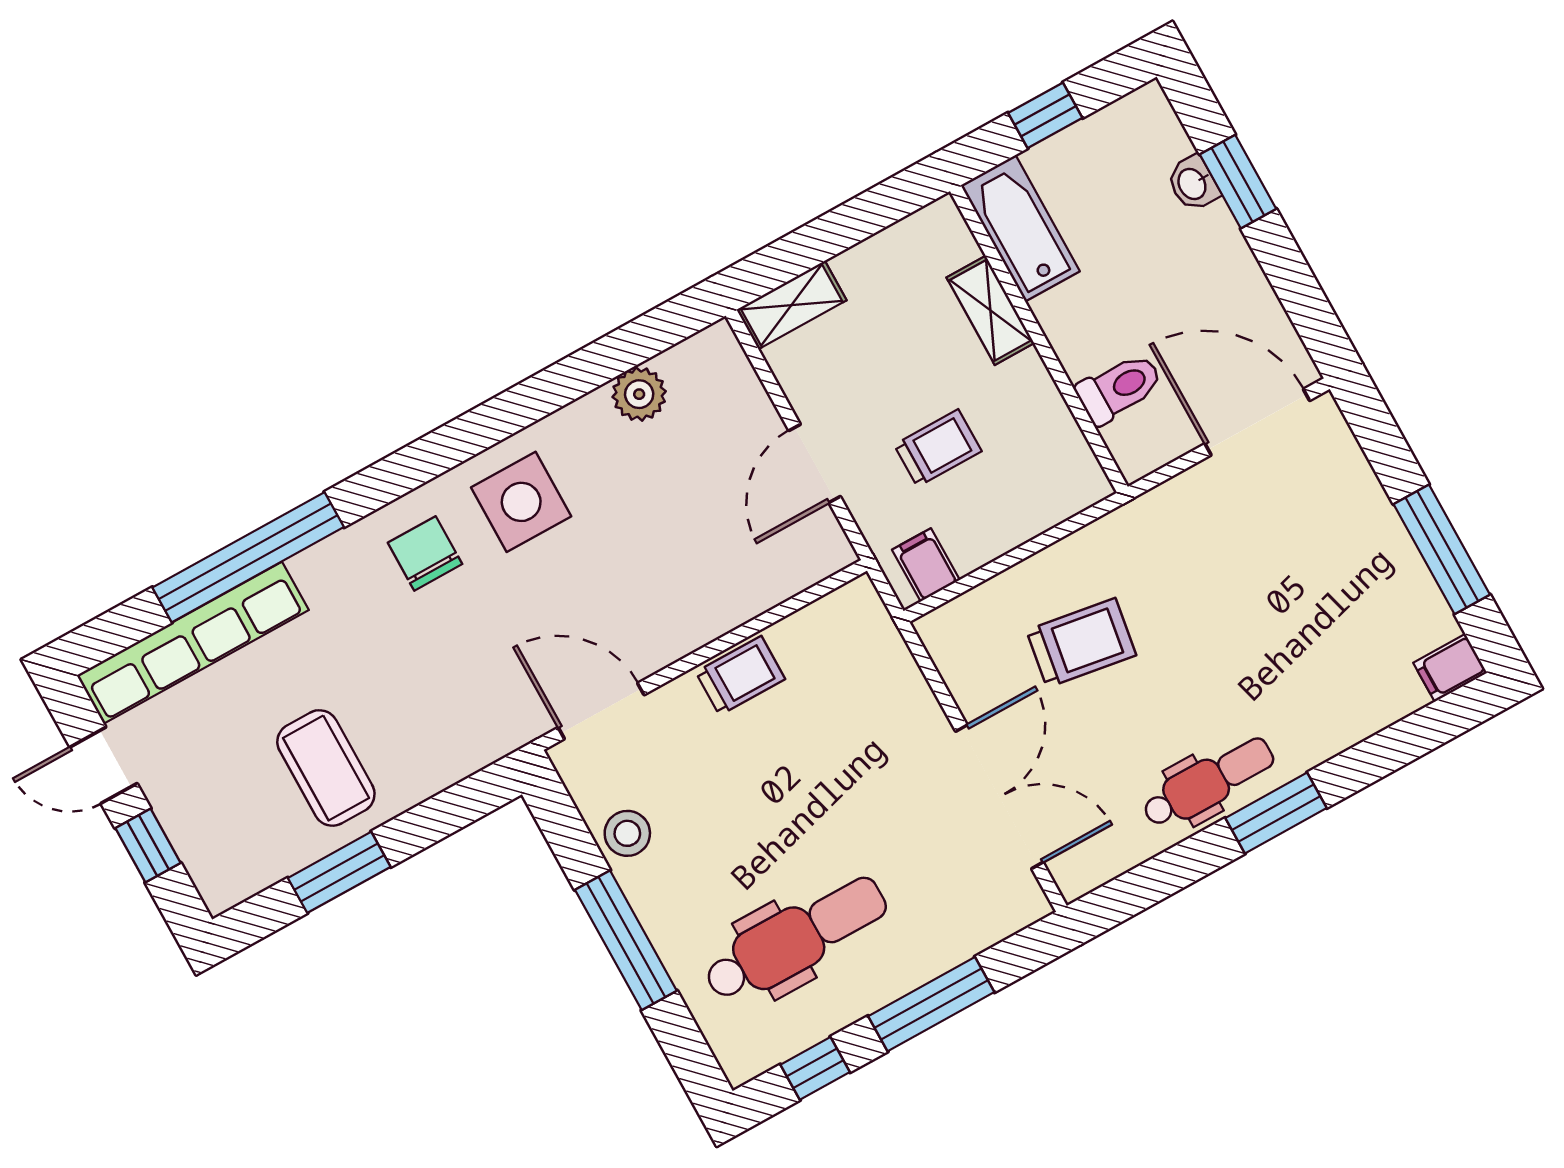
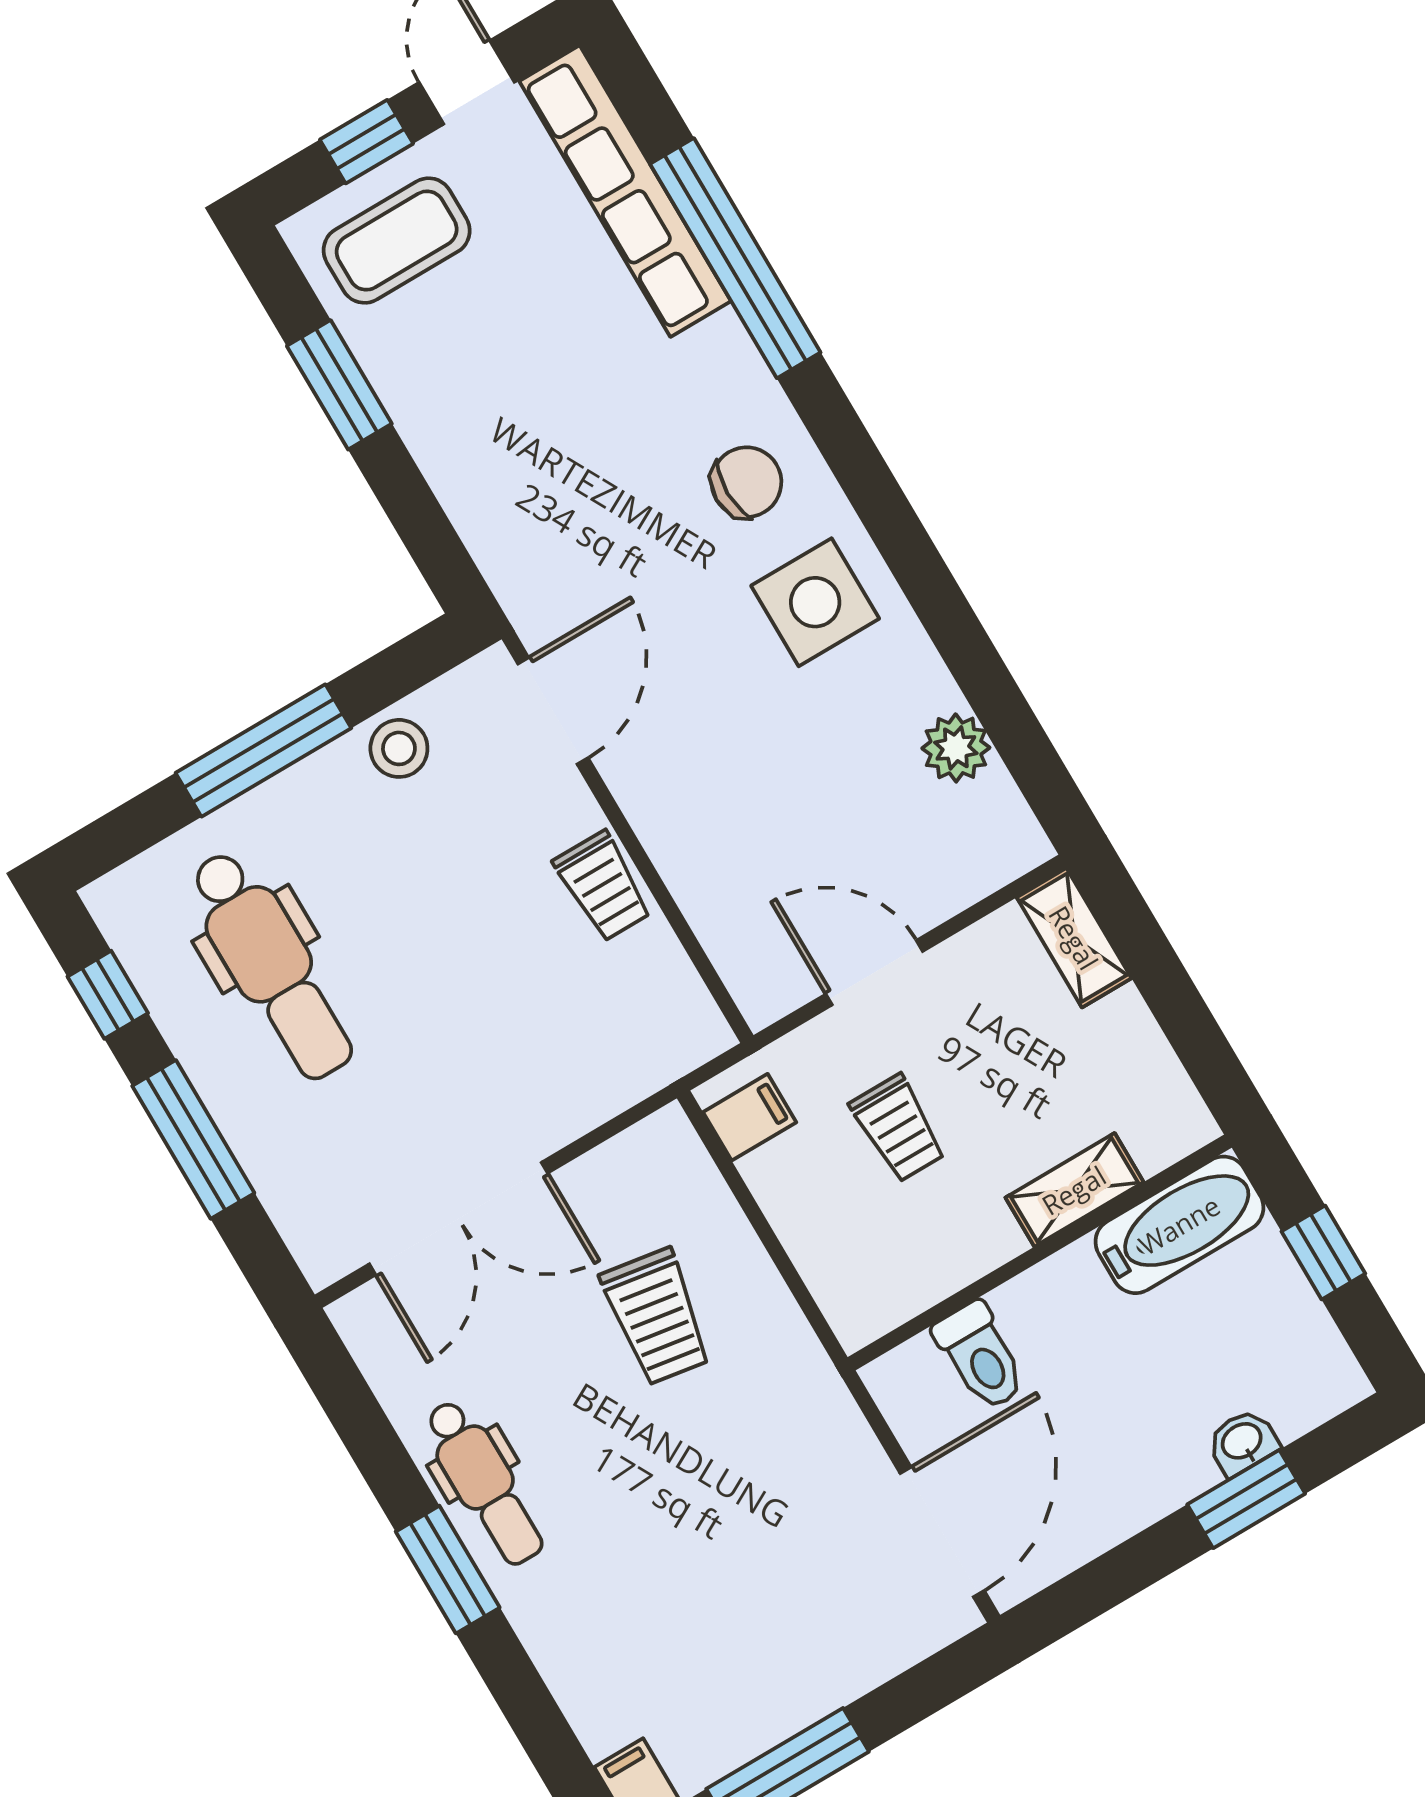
coffee table: (326, 768) -> (397, 241), moved

